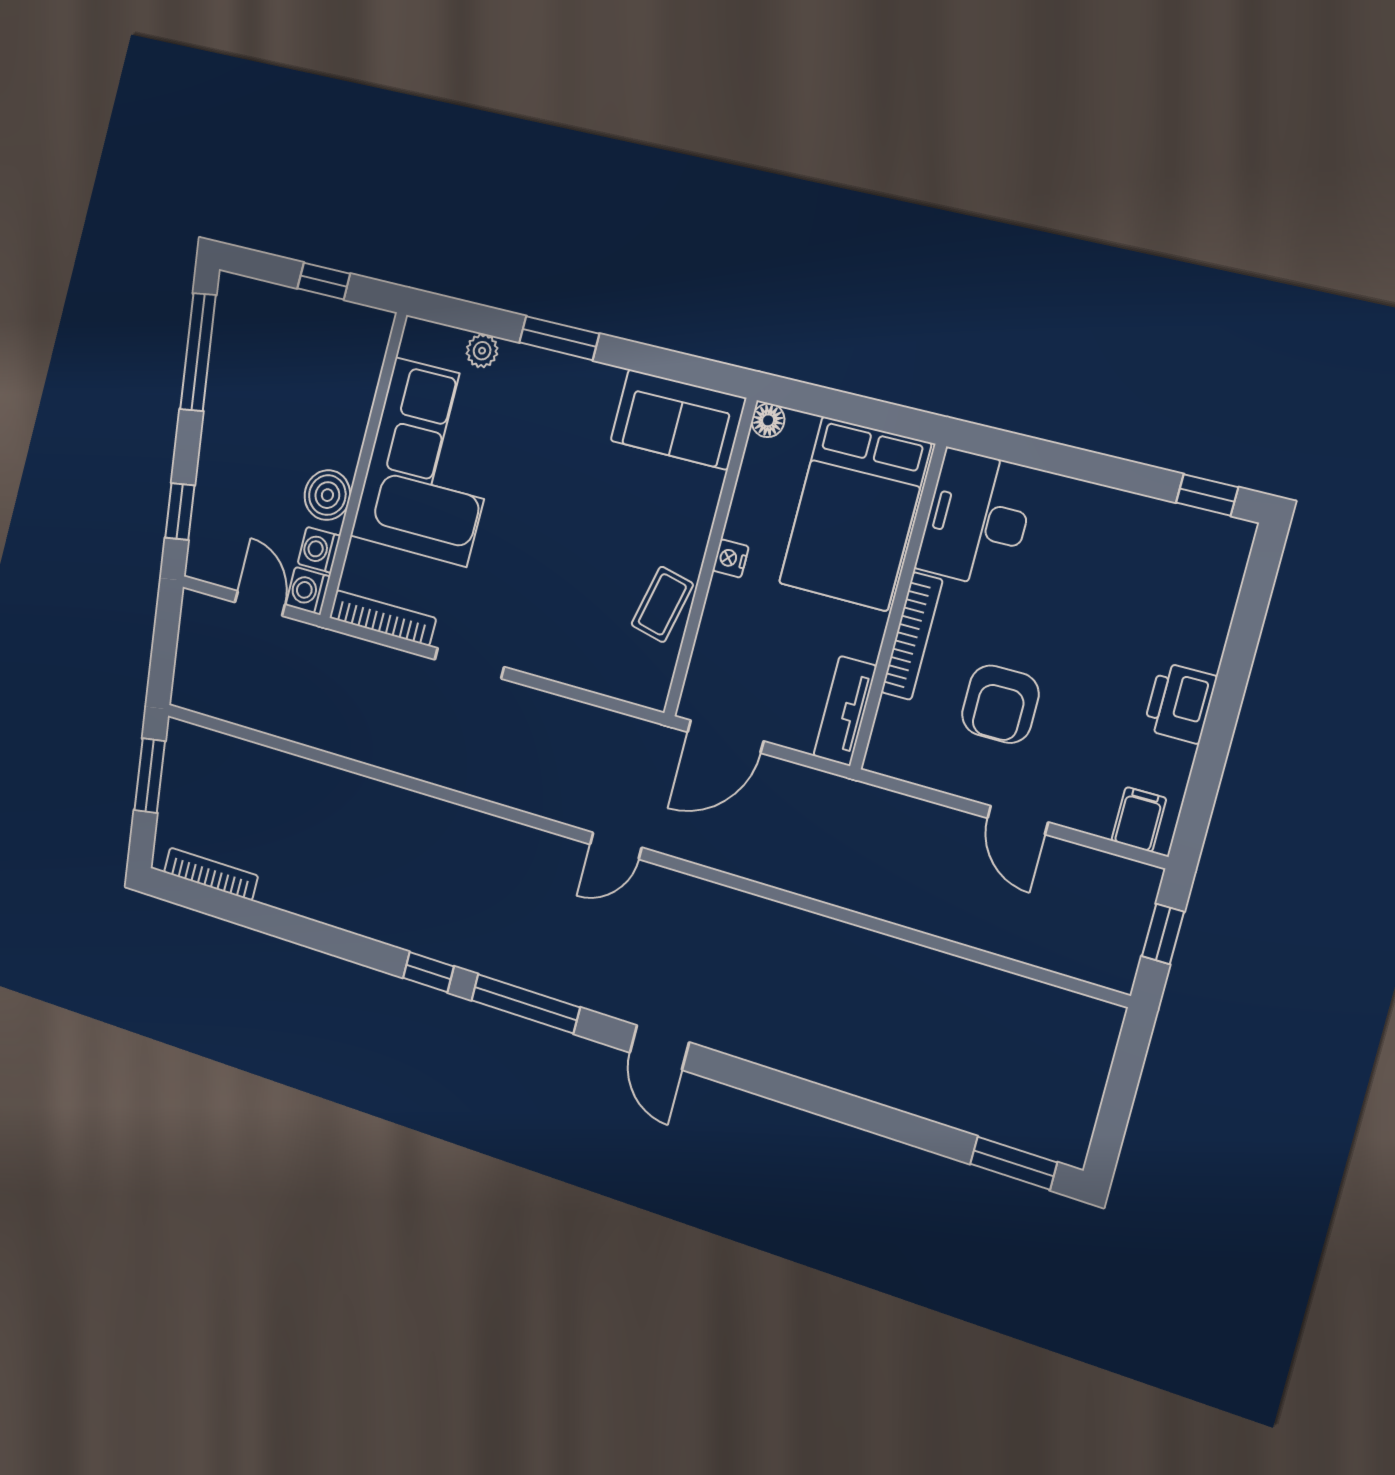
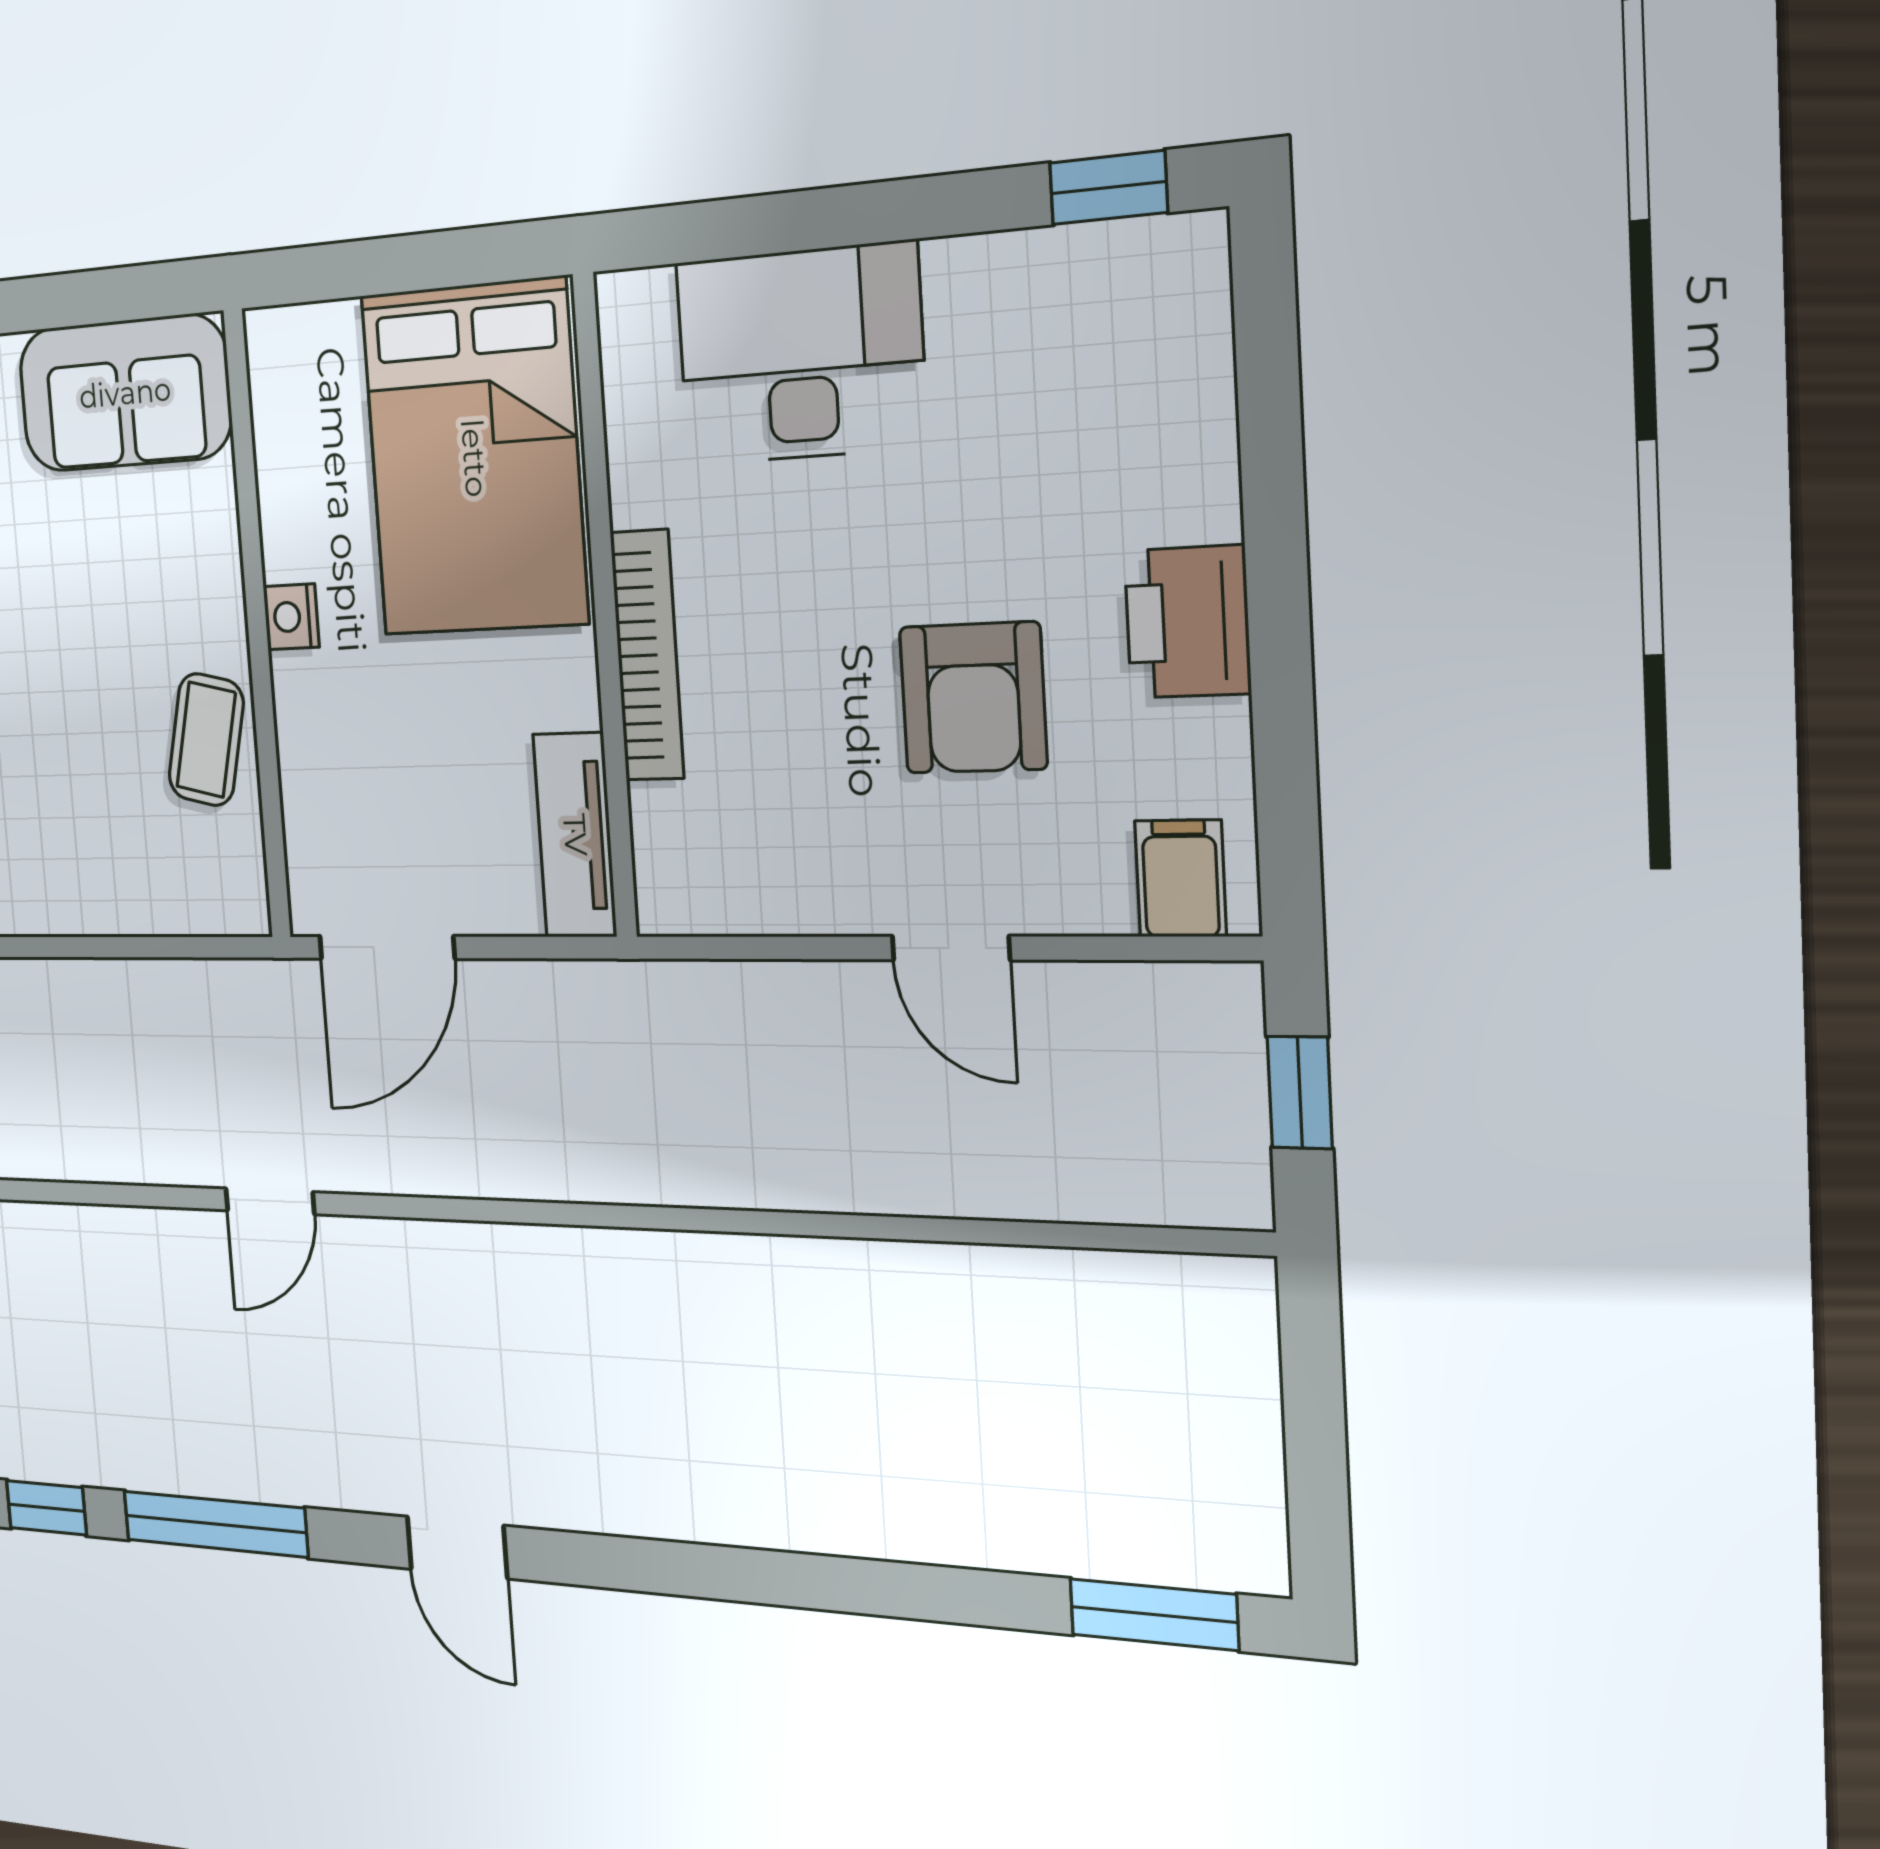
floor lamp: (768, 420) -> (272, 339), removed
desk: (977, 519) -> (801, 354), moved, turned 90
armchair: (1000, 704) -> (973, 698), moved

